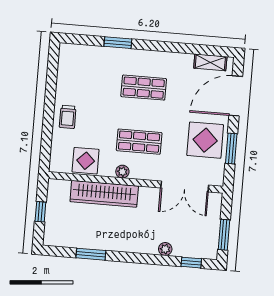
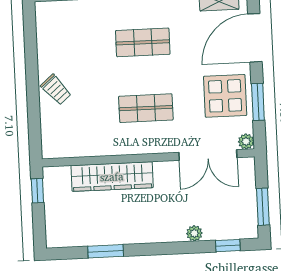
trolley: (68, 117) -> (56, 90), turned -41
display table: (86, 161) -> (84, 140), removed
plant: (122, 172) -> (246, 141), moved
window: (40, 212) -> (37, 191), moved

